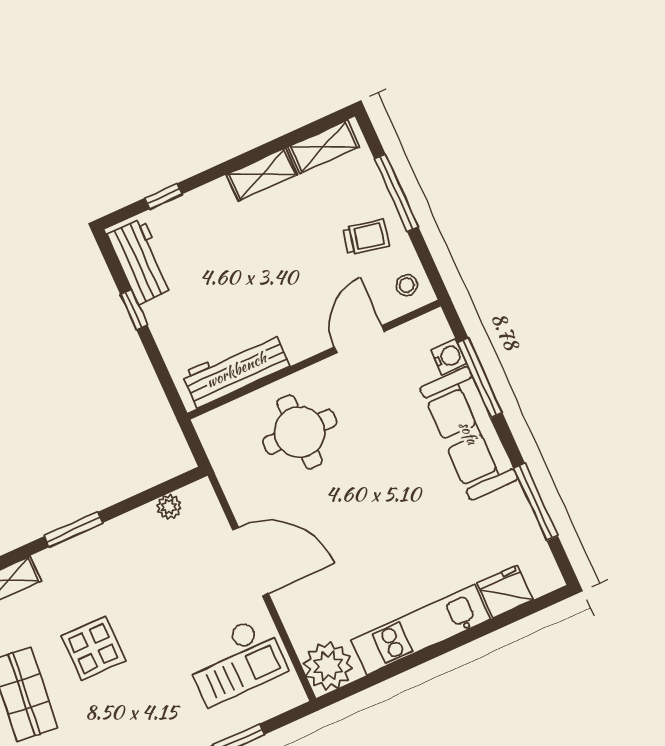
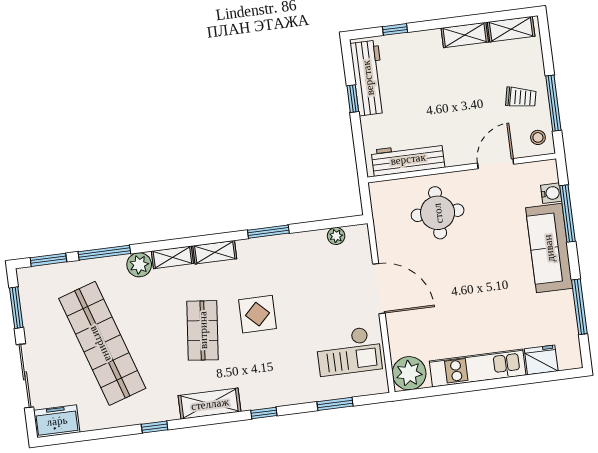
window: (396, 193) -> (553, 103), moved
workbench: (141, 261) -> (368, 78), width x1.38

